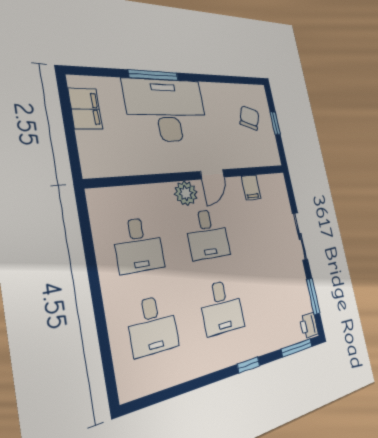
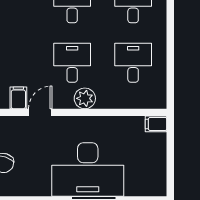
filing cabinet: (85, 109) -> (156, 124), moved, width x0.50
door: (212, 174) -> (40, 112), moved

